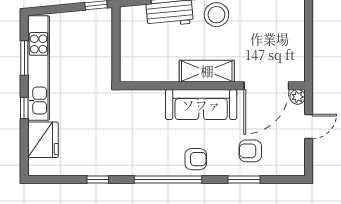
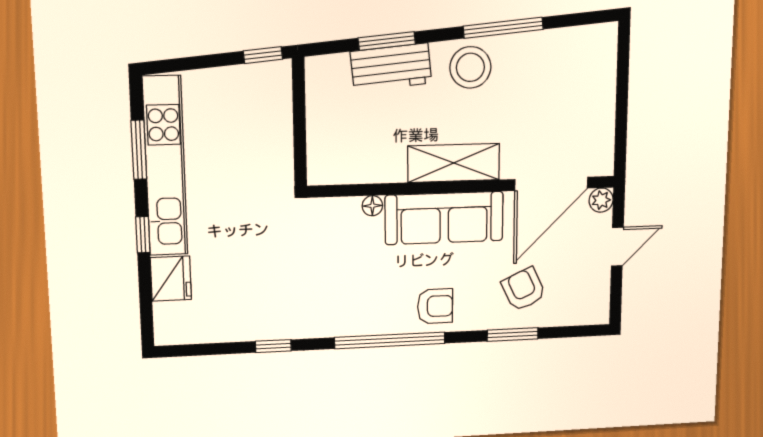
floor lamp: (158, 95) -> (372, 206), added
fridge: (43, 140) -> (171, 279), width x0.73, depth x0.75
armchair: (250, 151) -> (524, 289), turned 65

